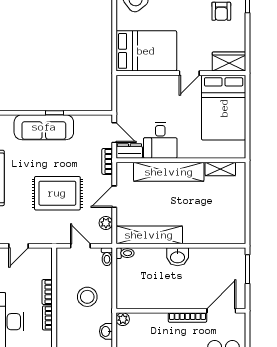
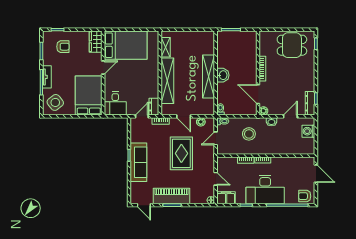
door: (189, 73) -> (103, 67), hinge flipped
desk: (160, 140) -> (115, 103), moved, turned 90
shelving: (149, 235) -> (209, 76), moved
door: (221, 311) -> (258, 94), moved

